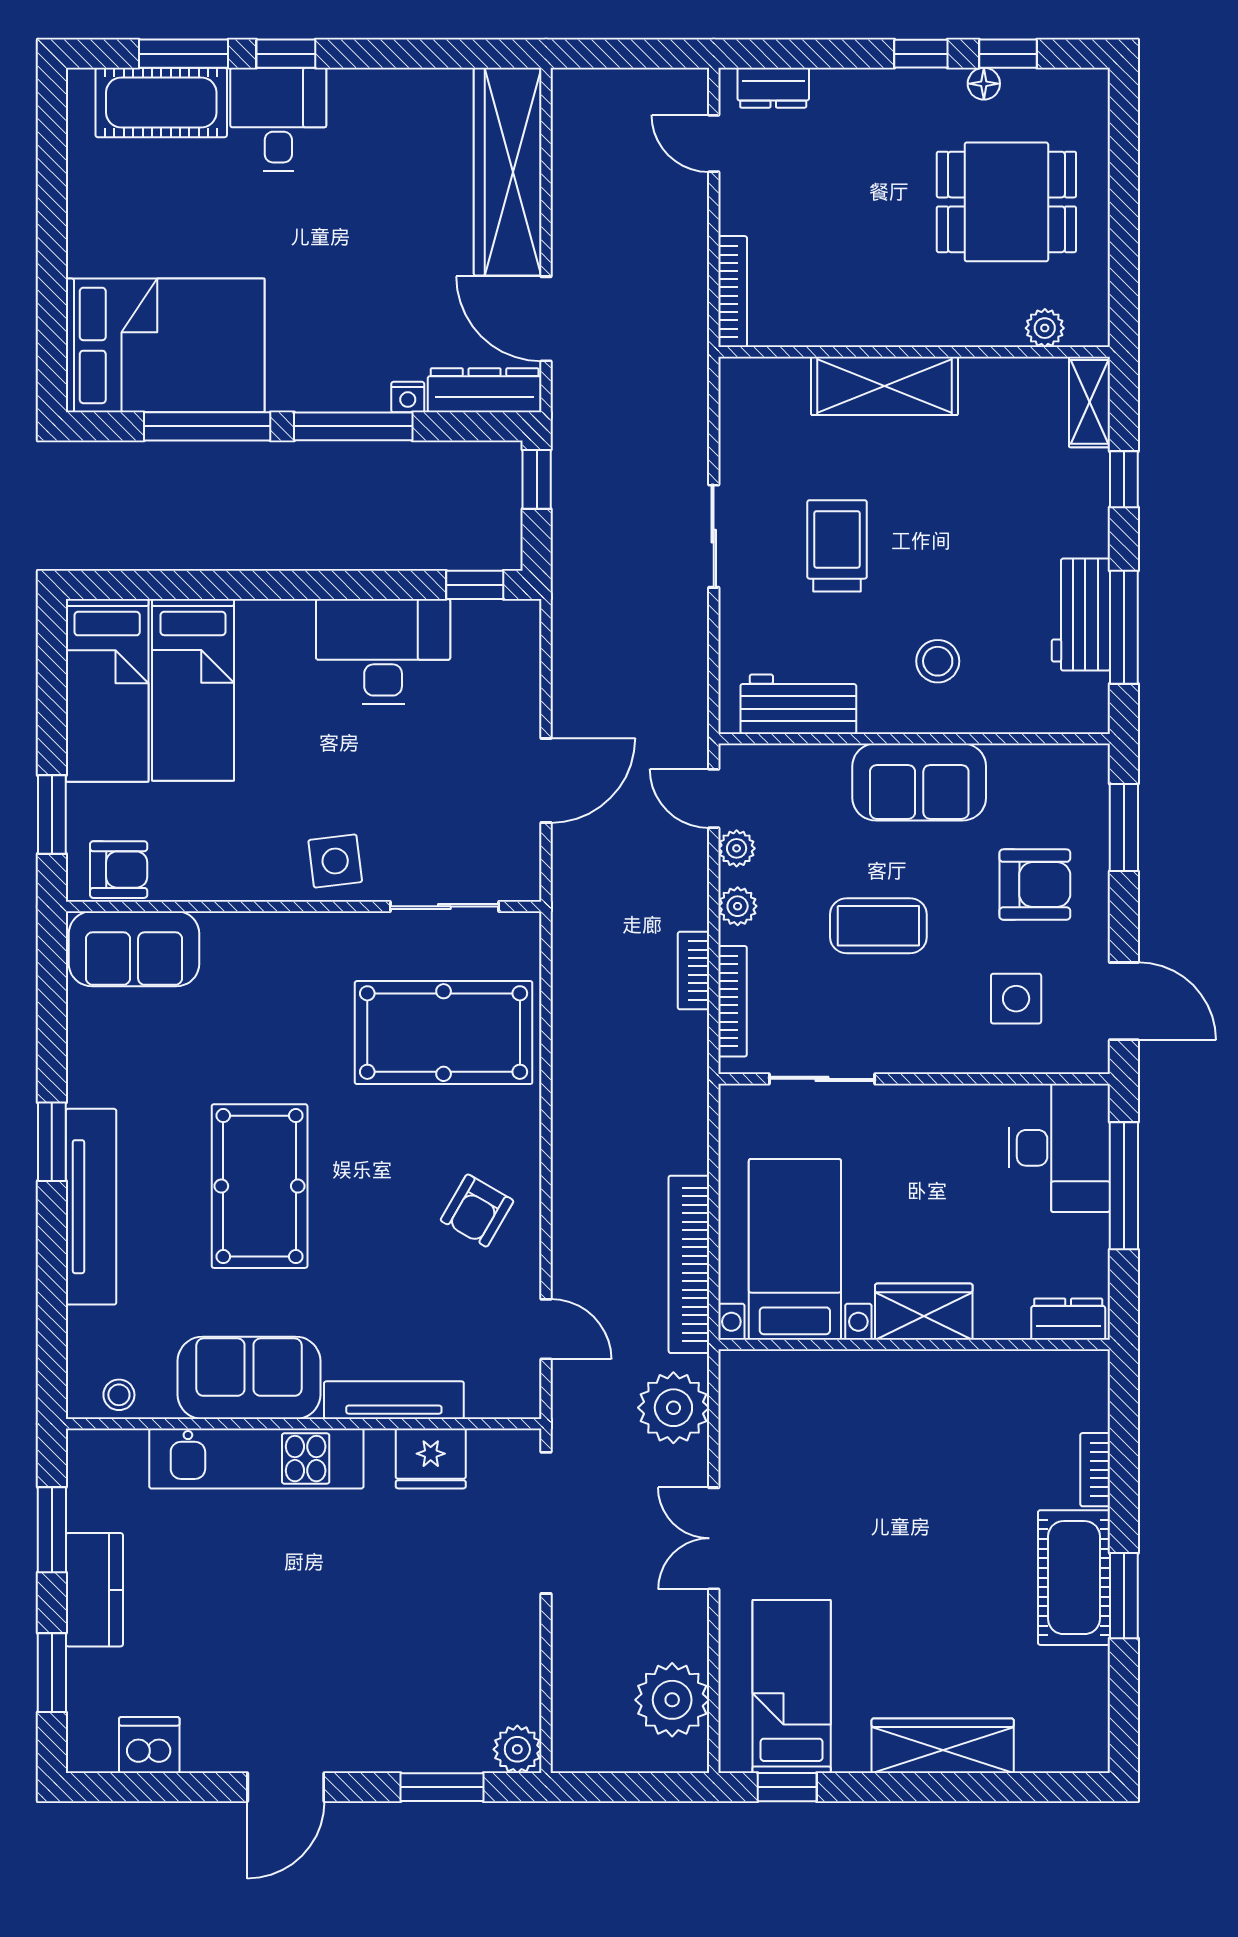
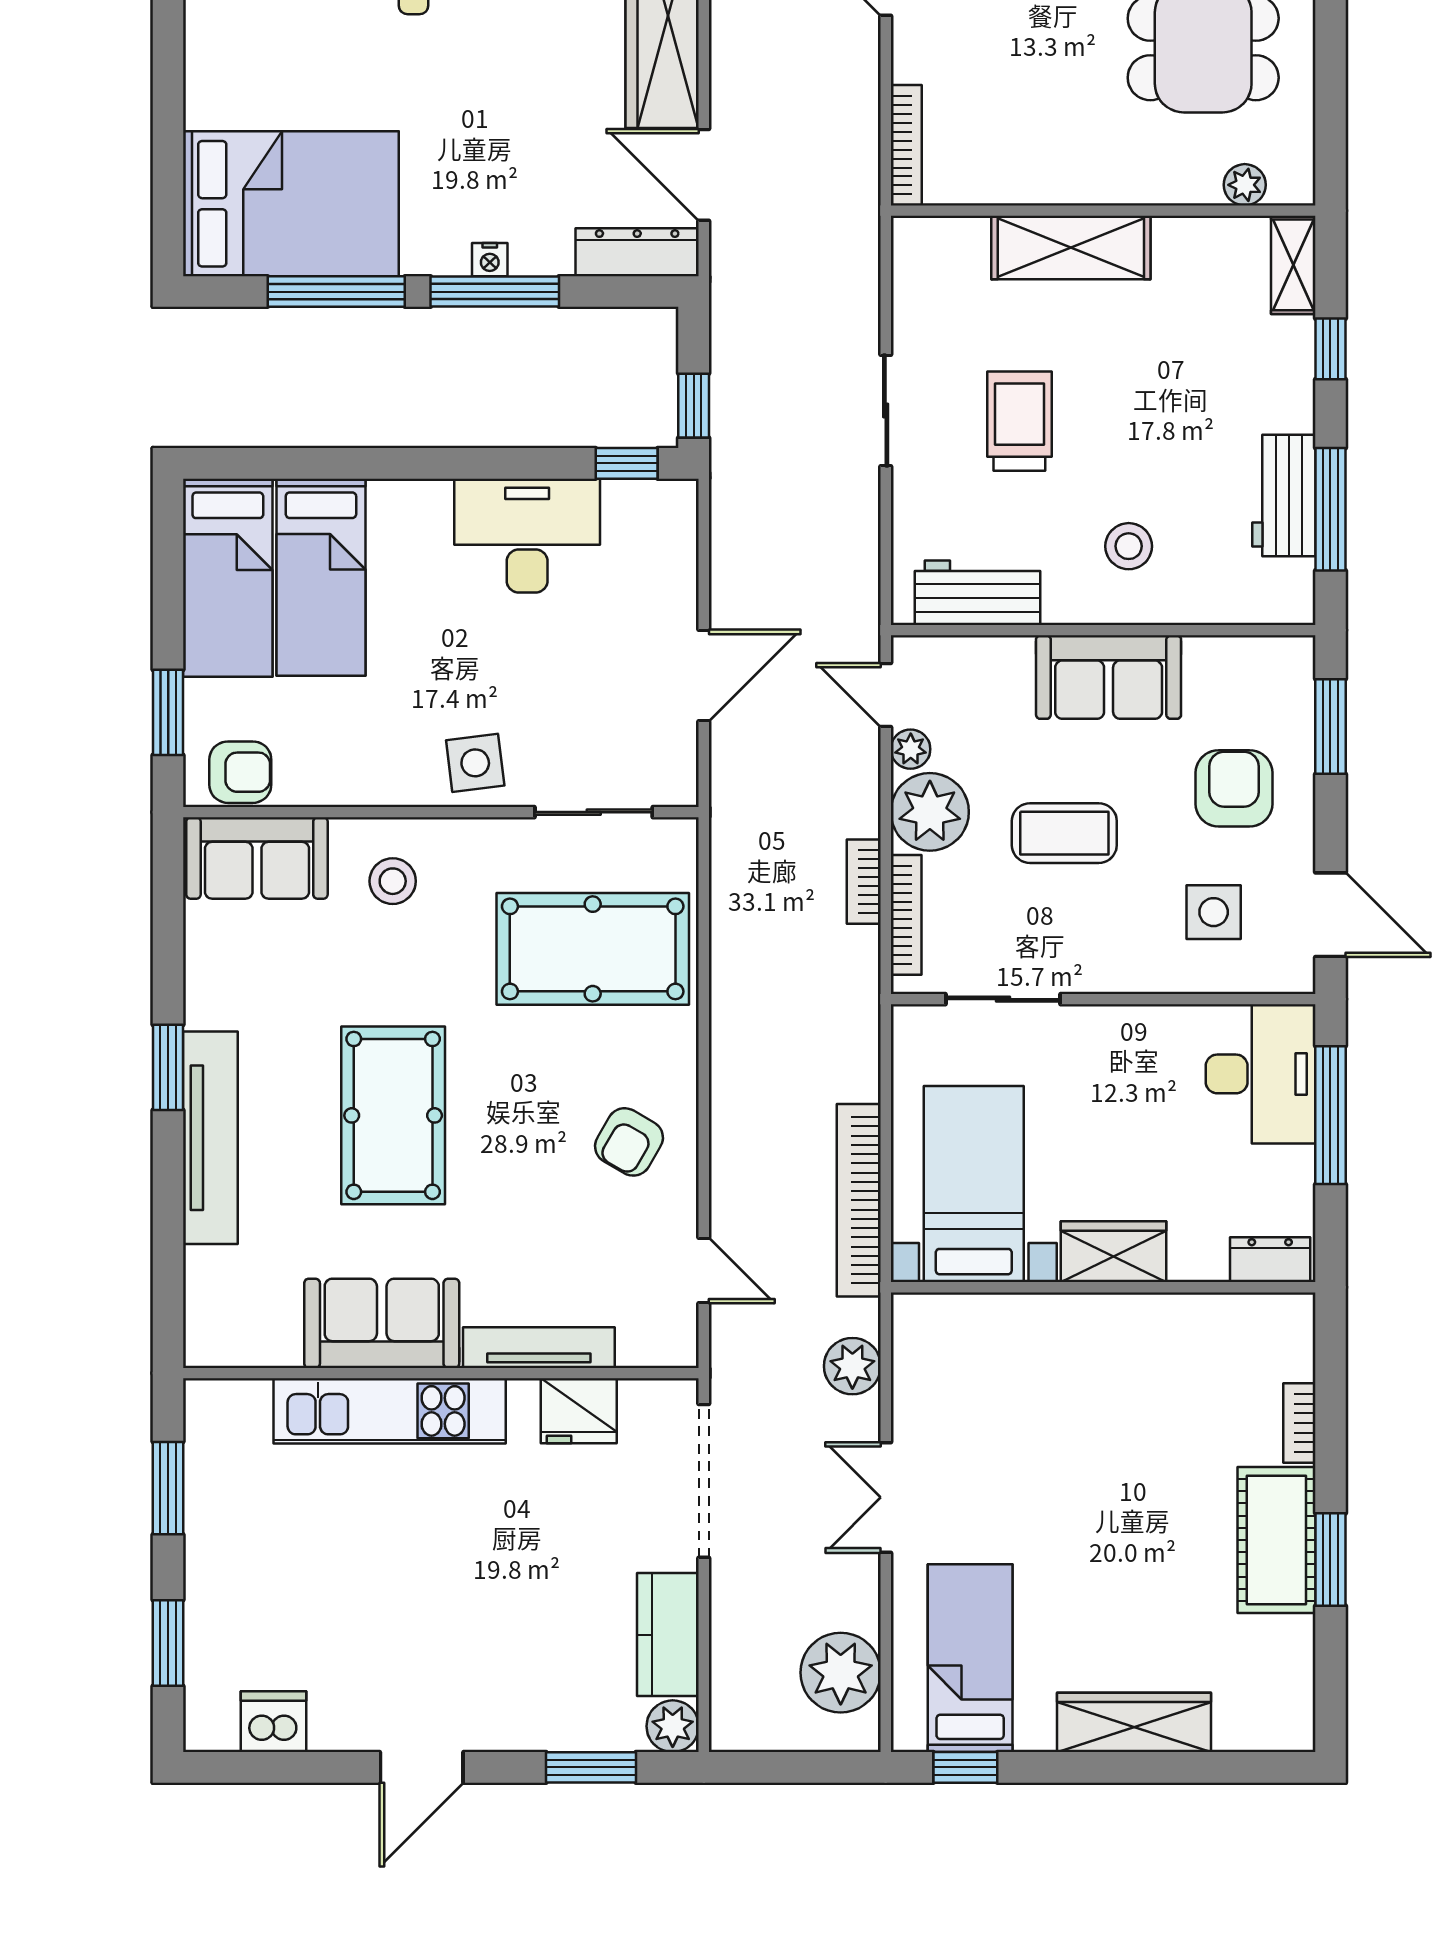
nightstand: (408, 397) -> (490, 260), moved
window: (537, 479) -> (694, 406), moved
armchair: (1035, 885) -> (1234, 788), turned -90
plant: (738, 906) -> (930, 812), width x1.87, depth x1.87
stool: (119, 1395) -> (393, 881), moved, width x1.37, depth x1.37
plant: (673, 1408) -> (852, 1366), width x0.73, depth x0.73
kitchen counter: (94, 1590) -> (668, 1635), moved, turned 180

